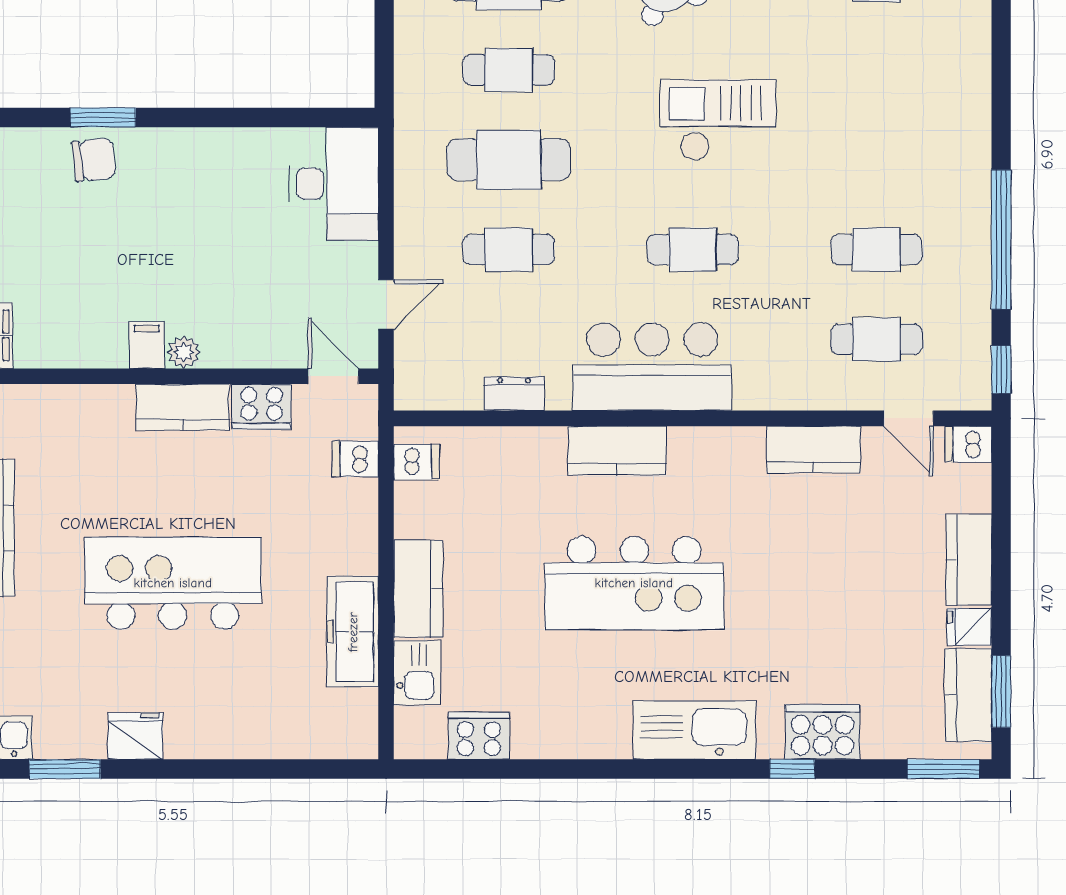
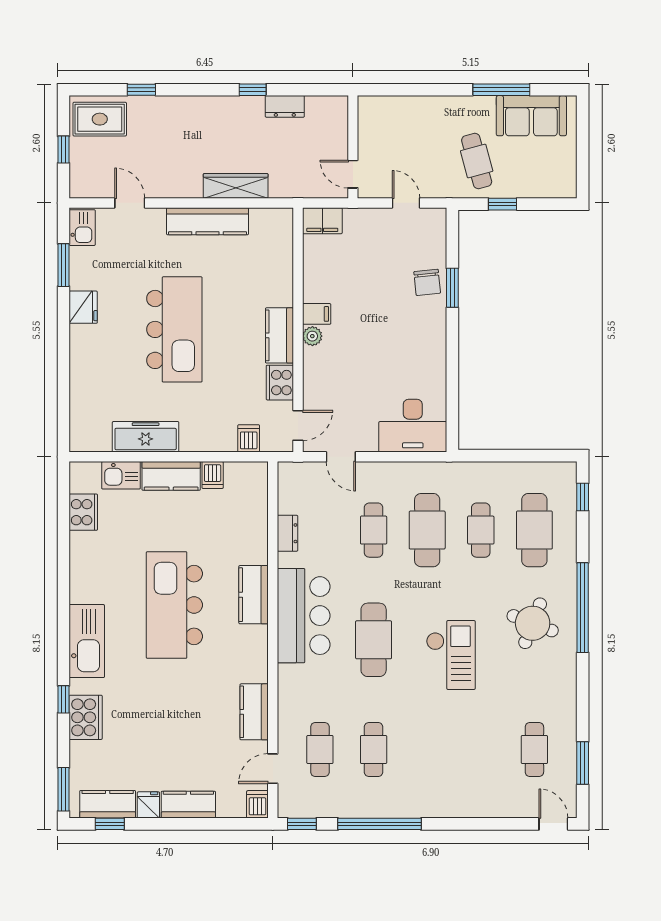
cafe table: (693, 250) -> (374, 640), width x1.37, depth x1.35
dishwasher: (417, 462) -> (213, 475), moved
window: (1001, 691) -> (110, 824), width x0.67

